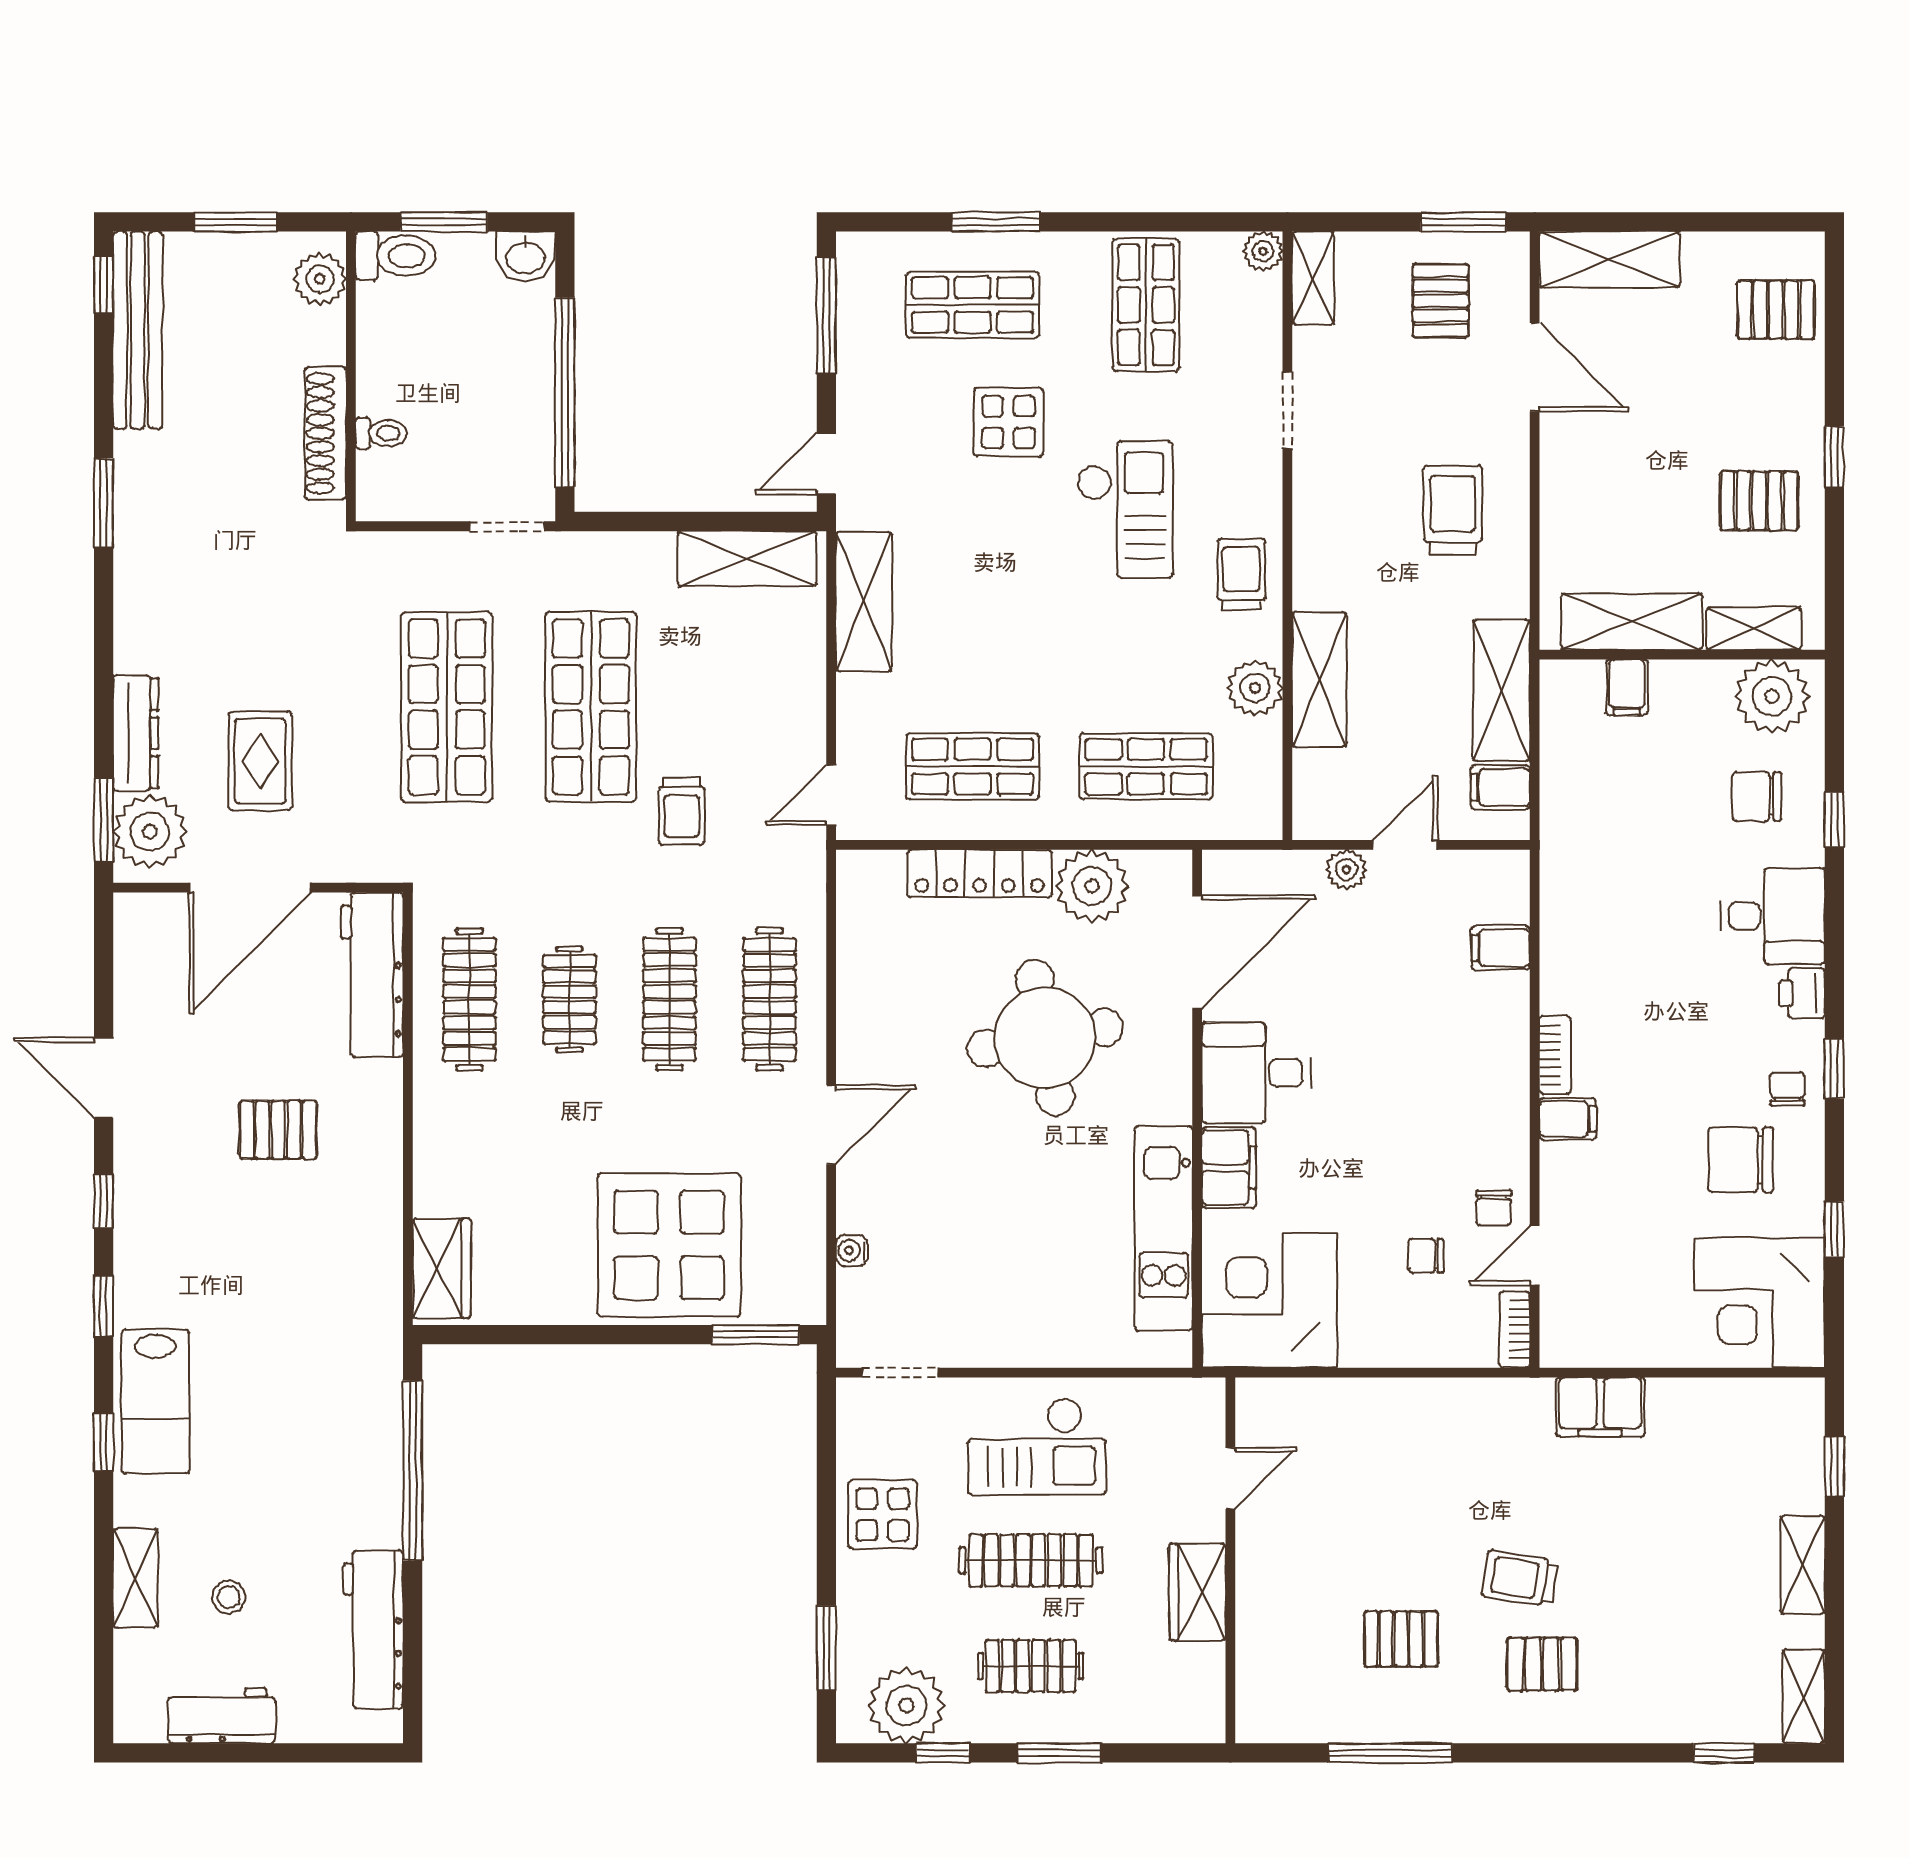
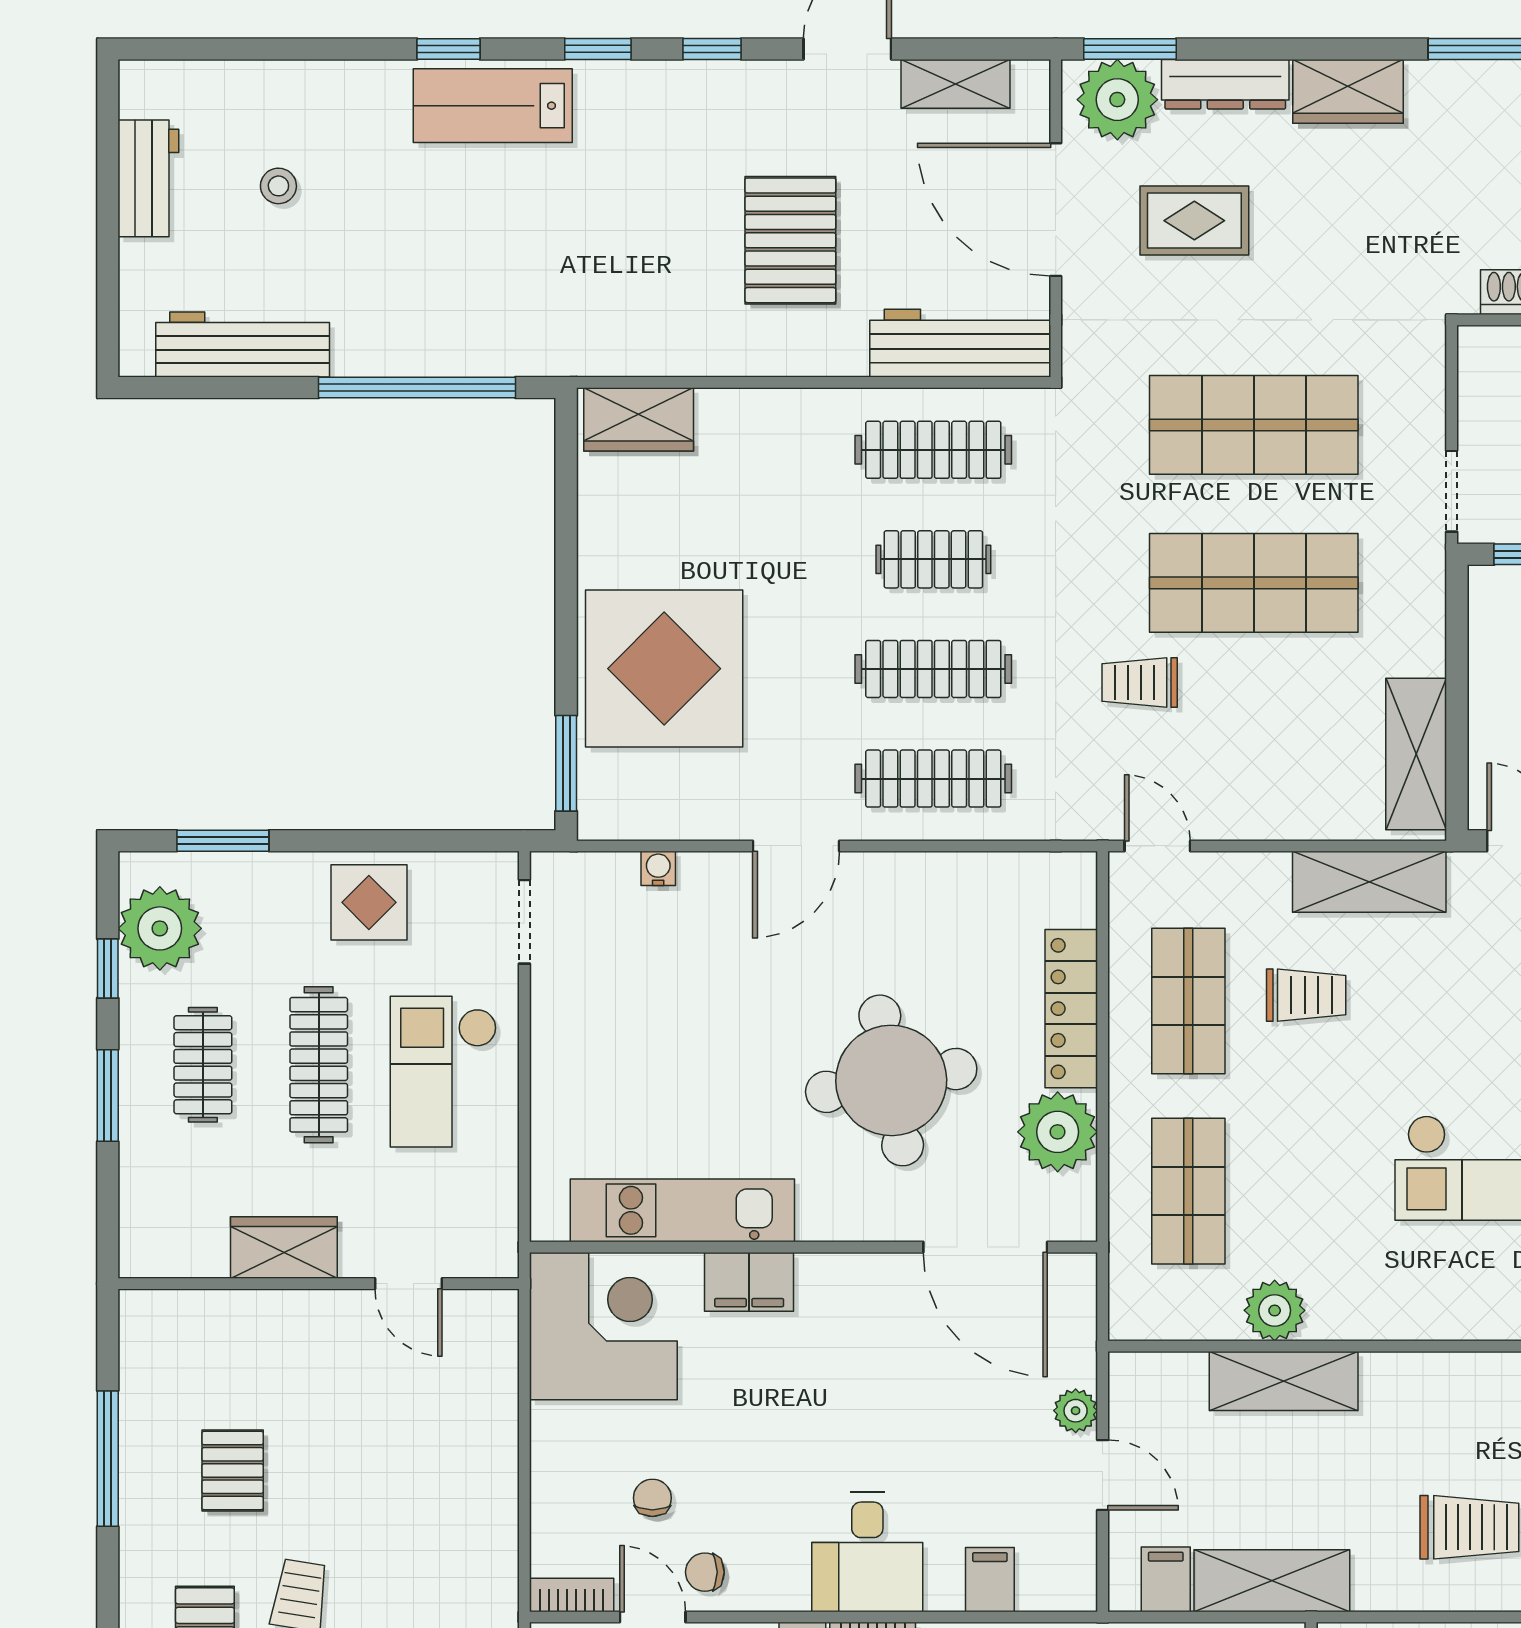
trolley: (1241, 574) -> (1306, 995), moved
wardrobe: (142, 621) -> (1348, 91), added
desk: (1256, 1073) -> (867, 1552), moved, turned 180
door: (831, 1125) -> (796, 846), hinge flipped
pallet: (278, 1130) -> (790, 240), width x1.50, depth x1.42
shelving: (135, 1578) -> (955, 84), moved

